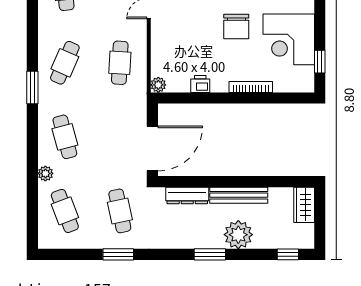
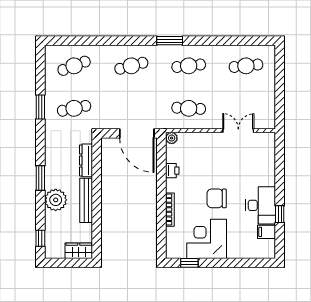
cafe table: (65, 63) -> (189, 66), turned -30
door: (152, 148) -> (137, 133), moved
plant: (45, 173) -> (103, 51), removed

